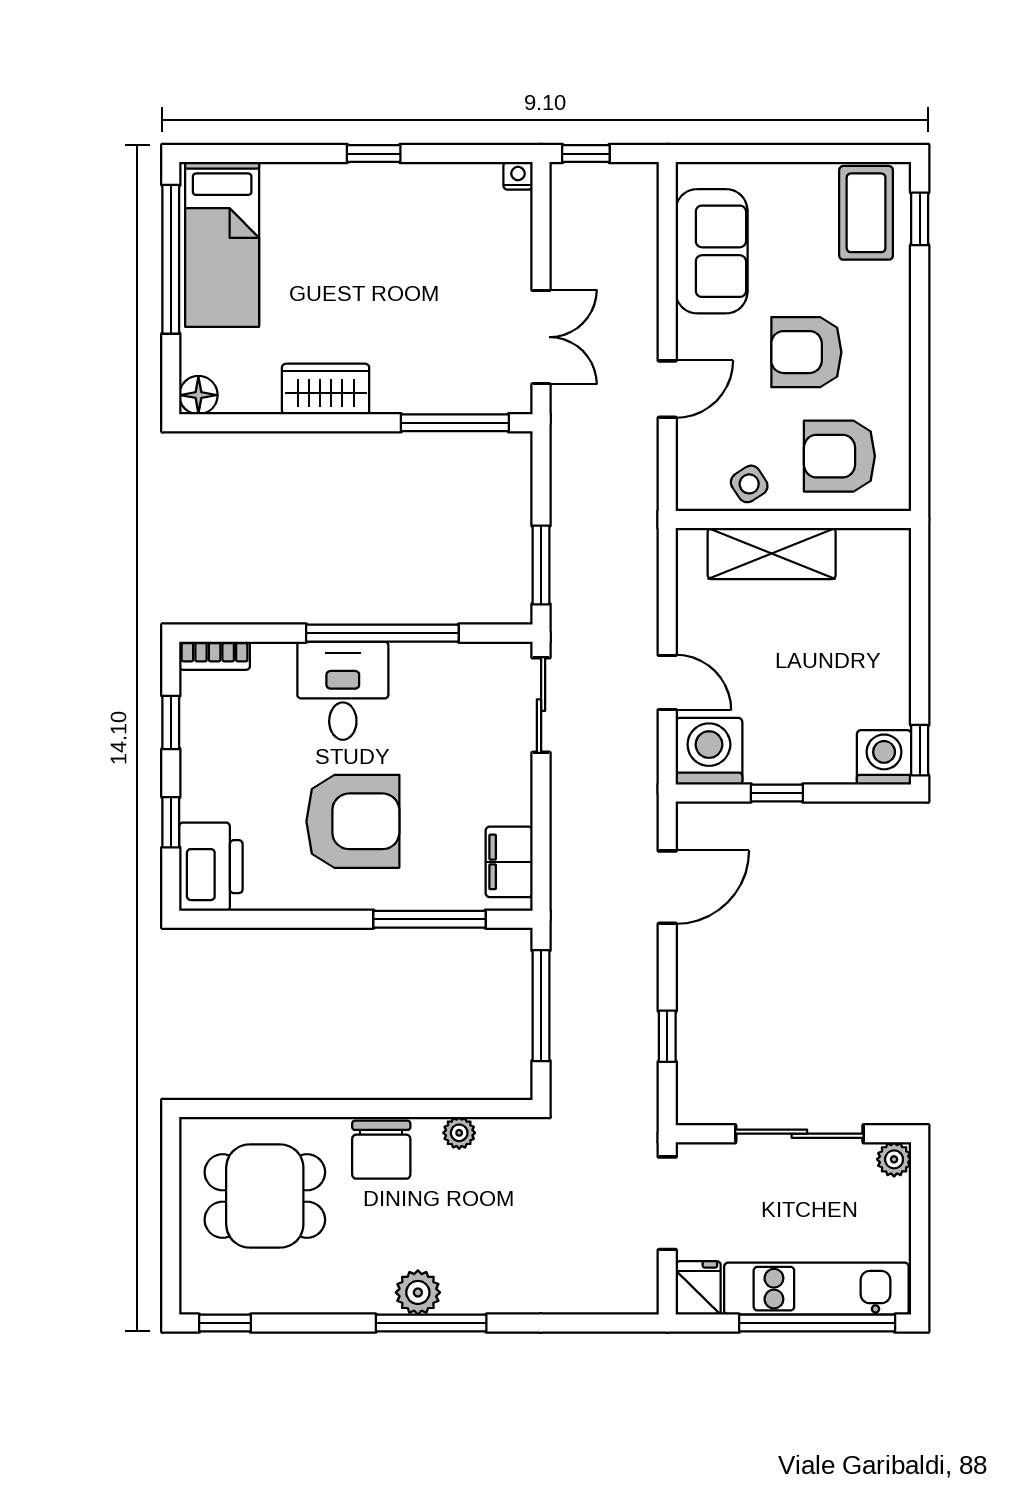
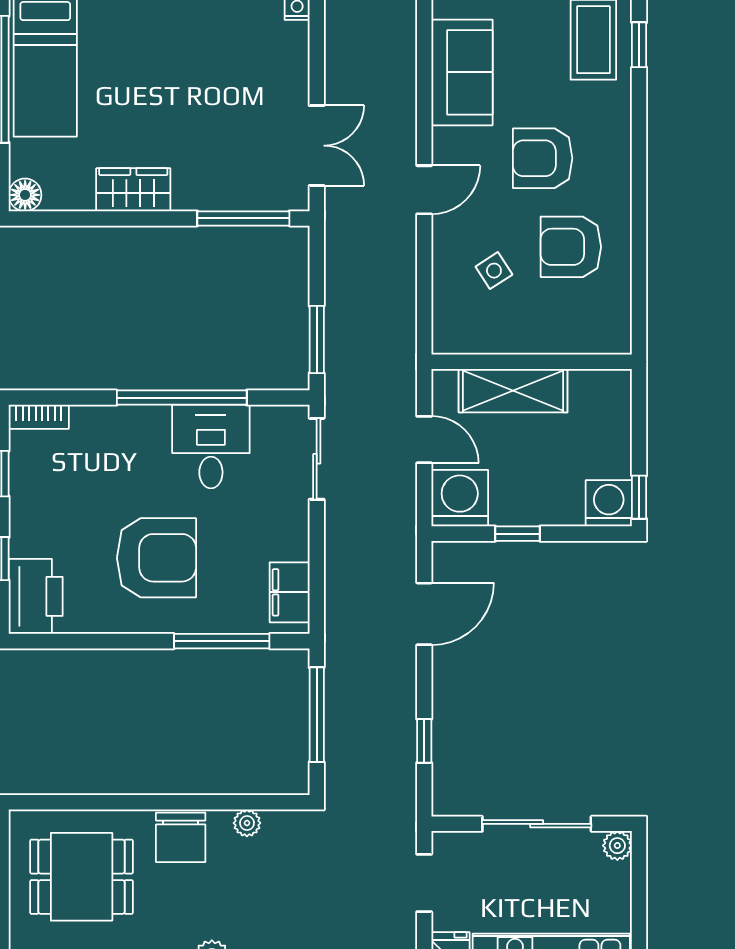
wall: (793, 520) -> (532, 362), moved
shelving: (772, 554) -> (513, 391), moved
desk: (343, 691) -> (211, 447), moved
doorway: (667, 1203) -> (424, 883), width x0.73

